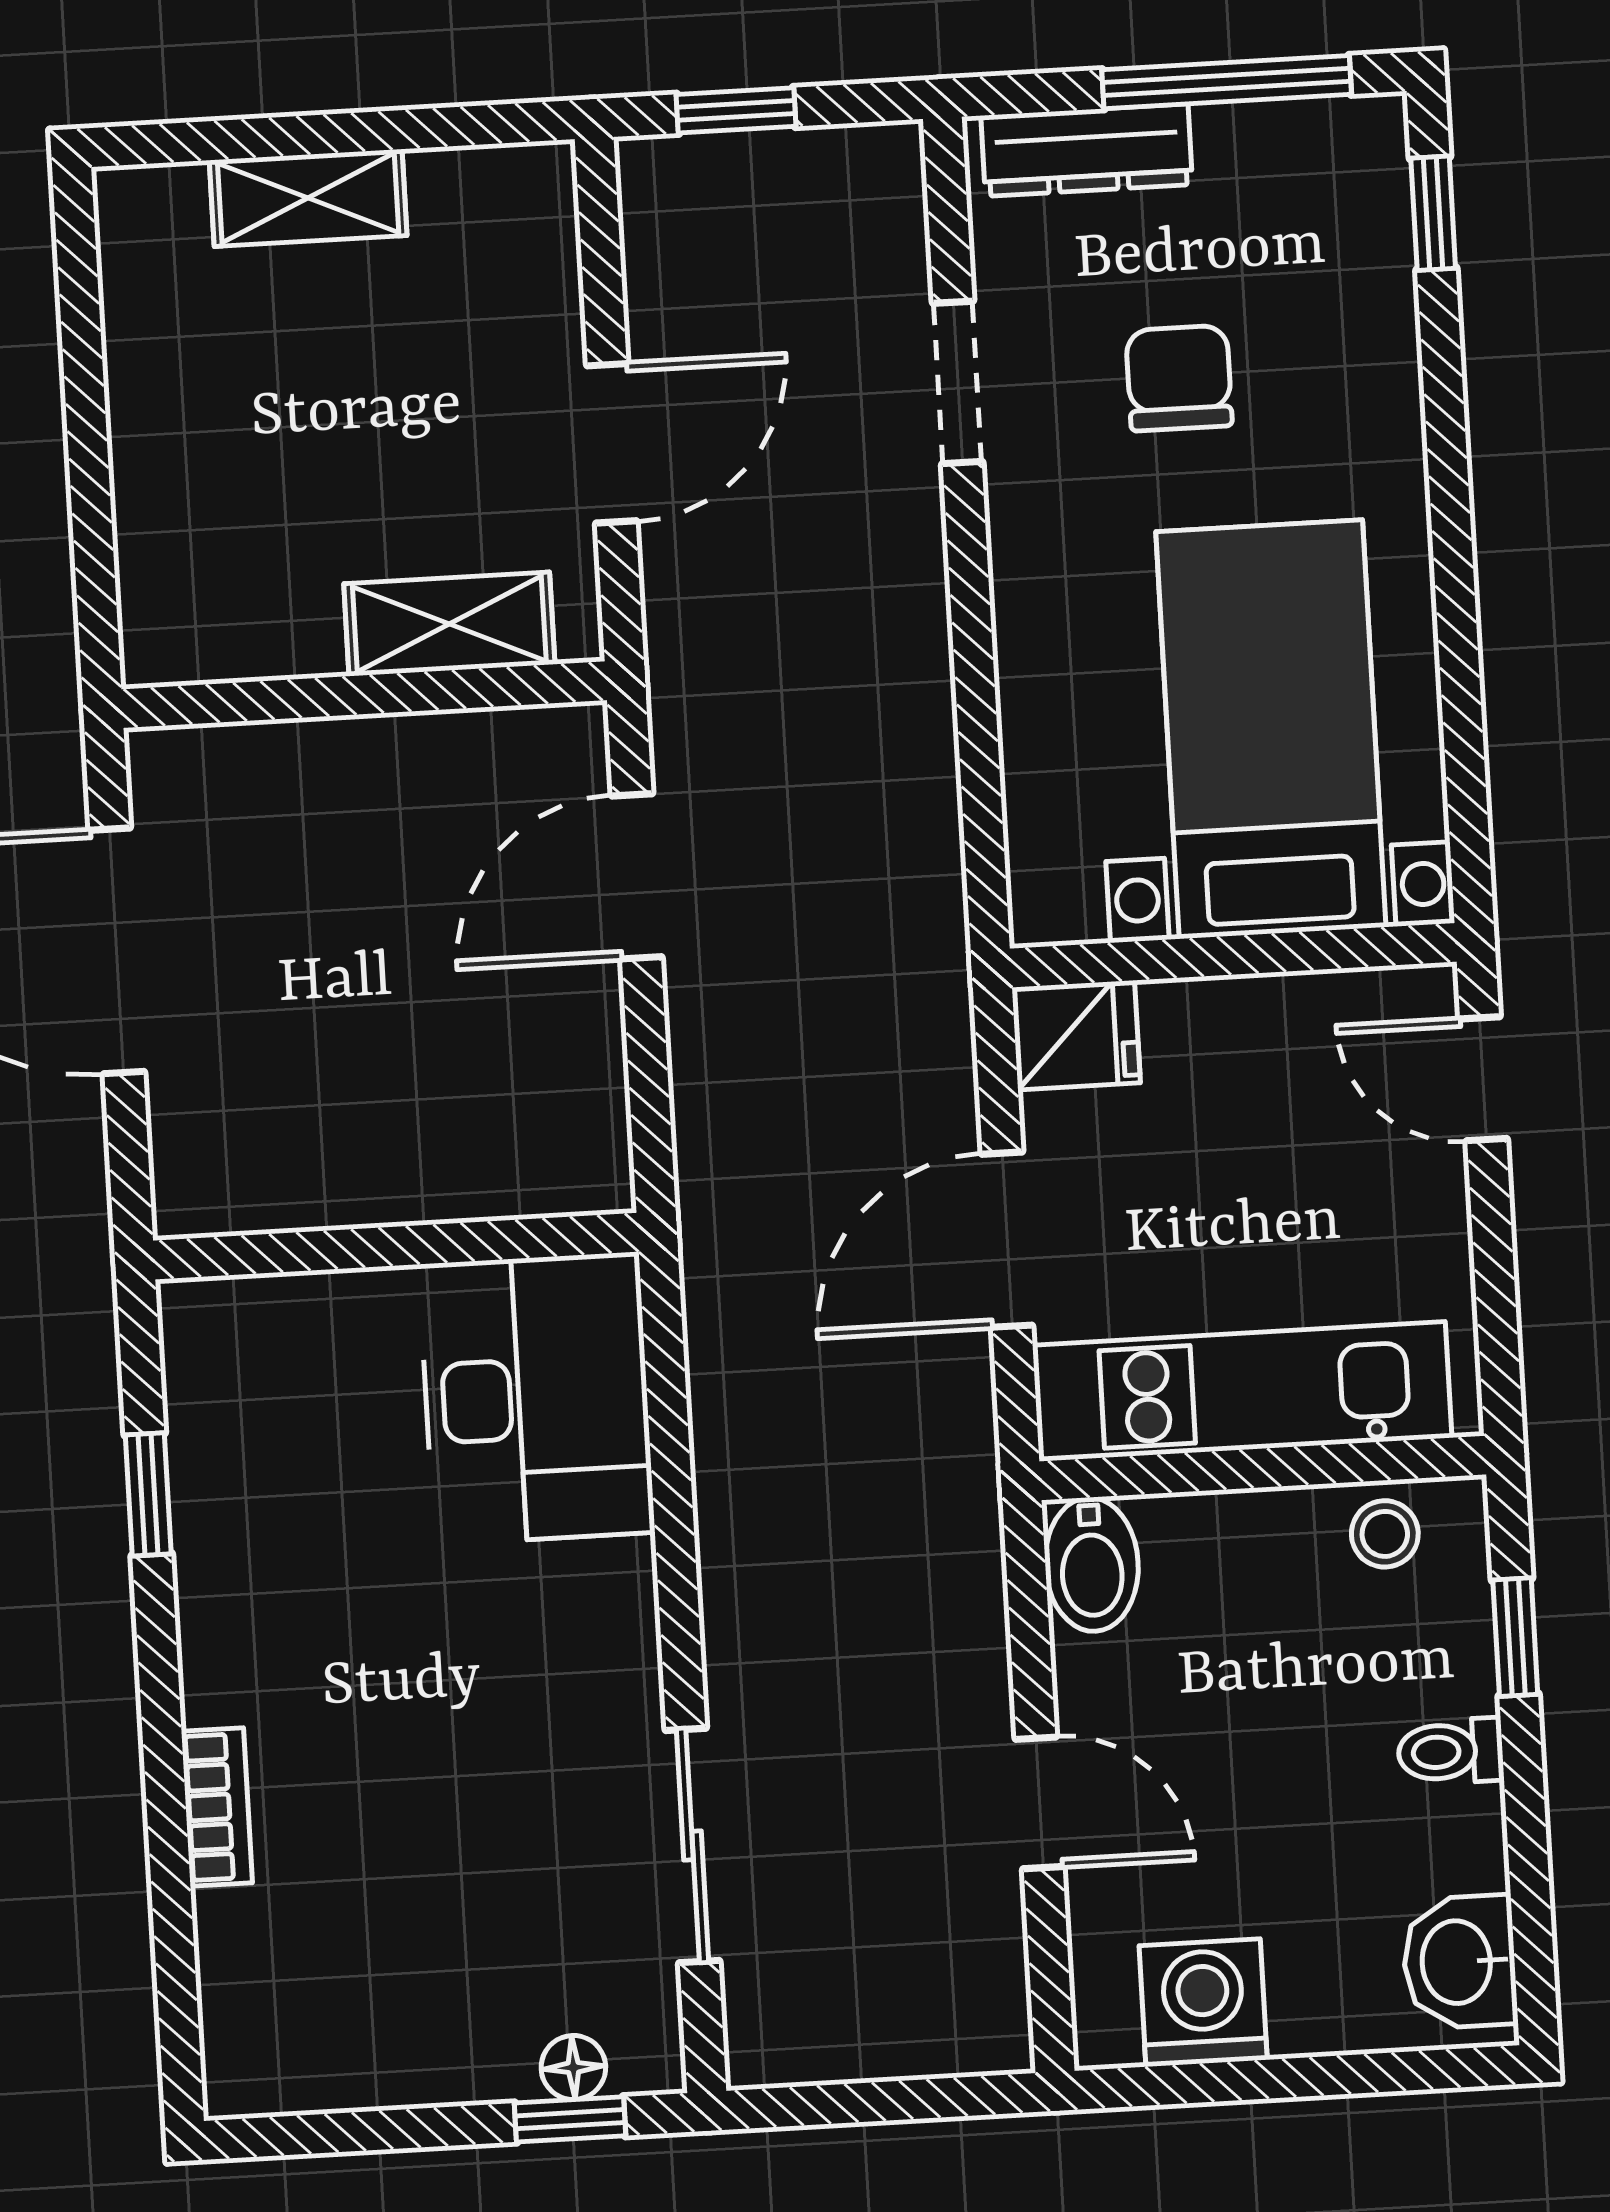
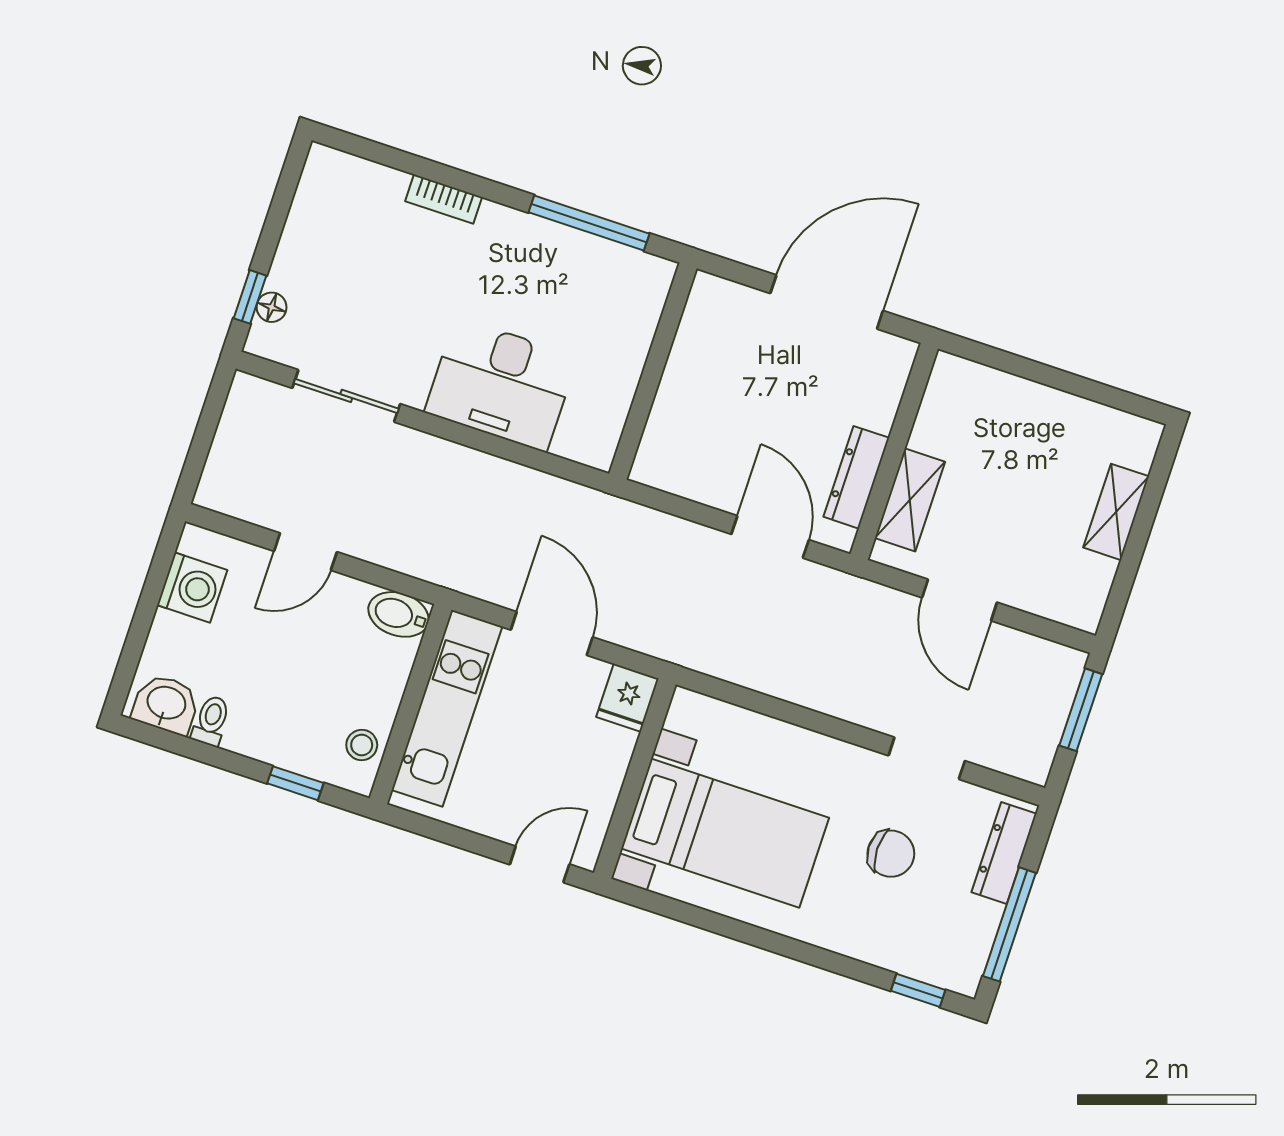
window: (736, 110) -> (1081, 710), width x1.50
dresser: (447, 750) -> (856, 477), added
desk: (537, 1398) -> (501, 384), moved
window: (148, 1494) -> (589, 223), width x2.17
toilet: (1451, 1751) -> (211, 721), moved

